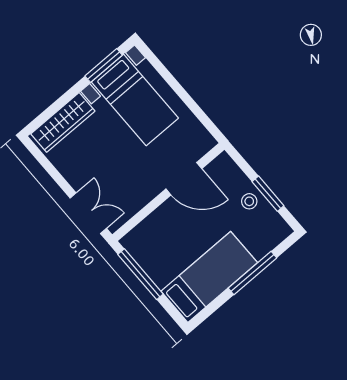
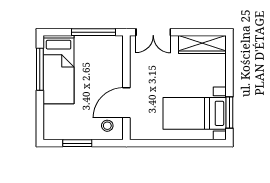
wardrobe: (63, 122) -> (202, 45), moved, turned -90
stool: (249, 201) -> (107, 126), moved
window: (253, 273) -> (40, 69), moved

